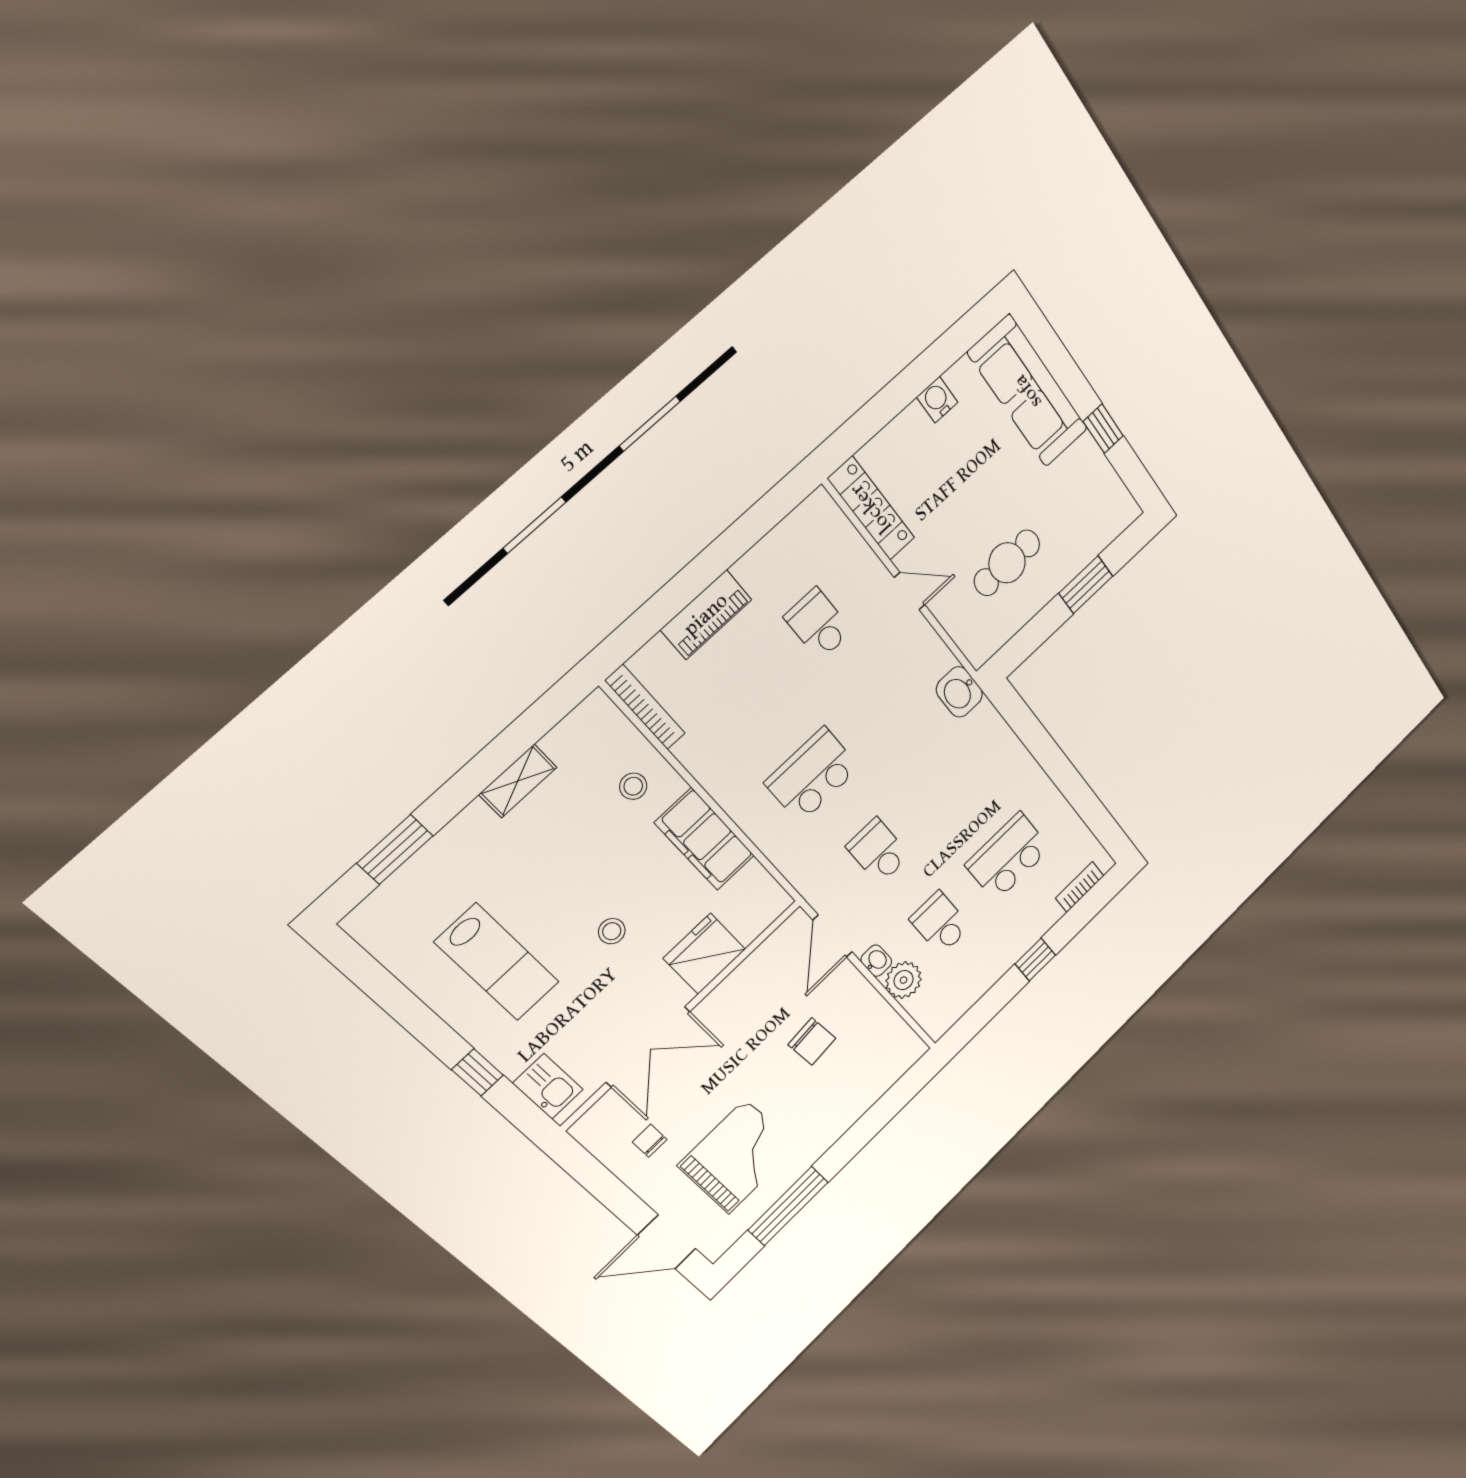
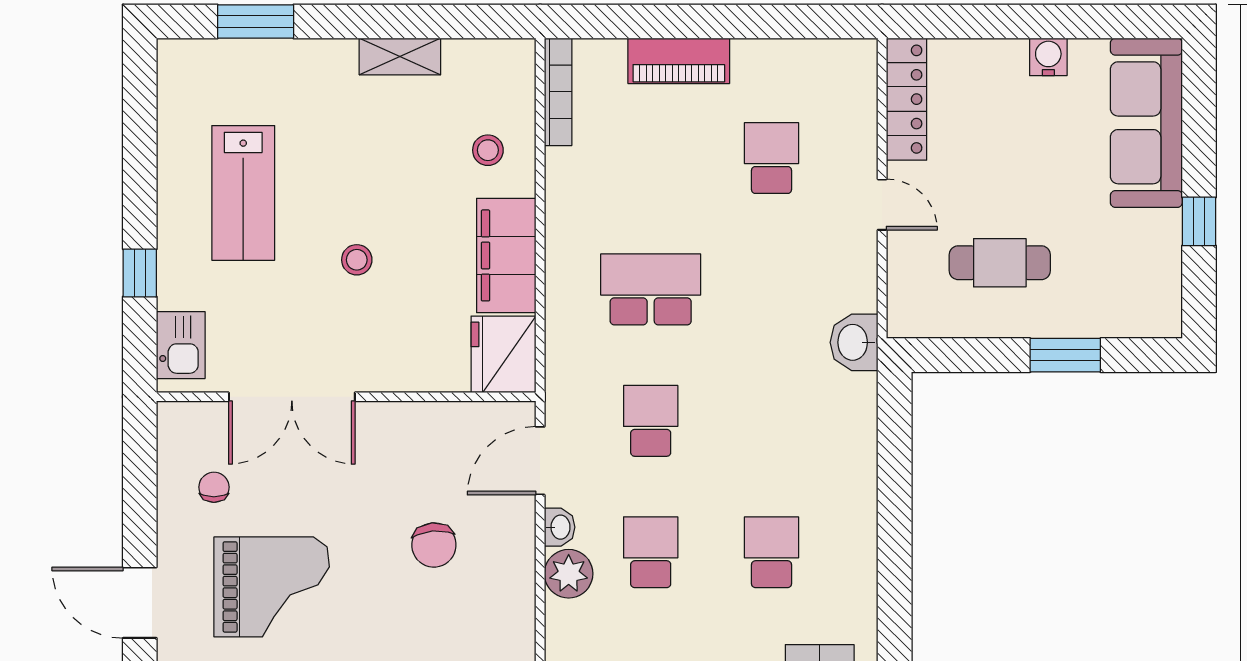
school desk: (1008, 857) -> (772, 552), width x0.54
fridge: (704, 954) -> (503, 354), moved, turned -90

